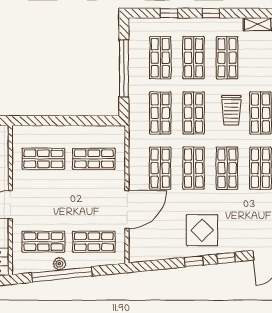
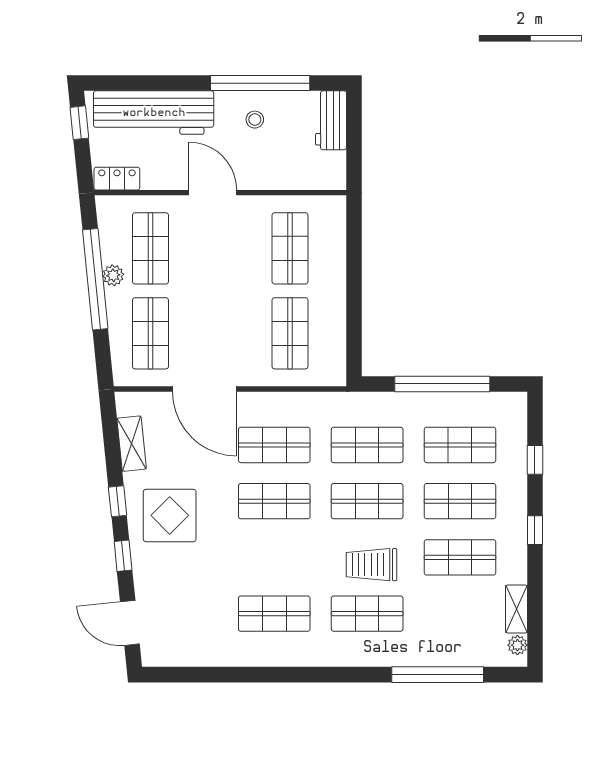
shop shelf: (227, 168) -> (274, 557), removed
shelving: (159, 253) -> (132, 444), added

